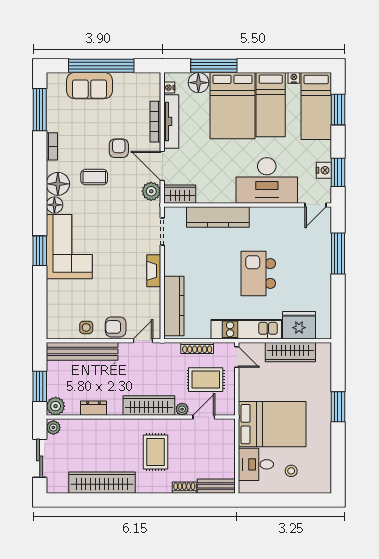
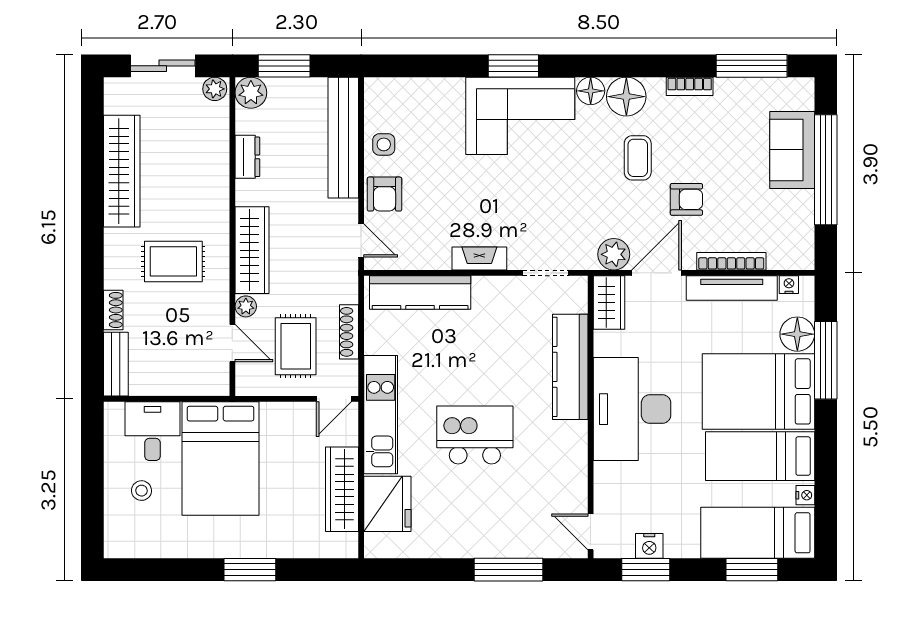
desk: (267, 180) -> (632, 409), moved
armchair: (116, 327) -> (385, 194), turned 180

